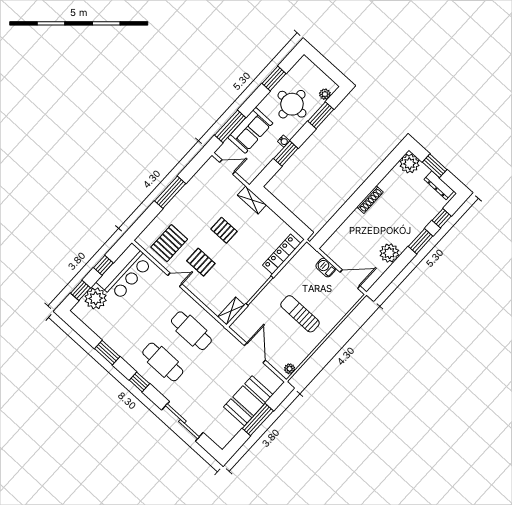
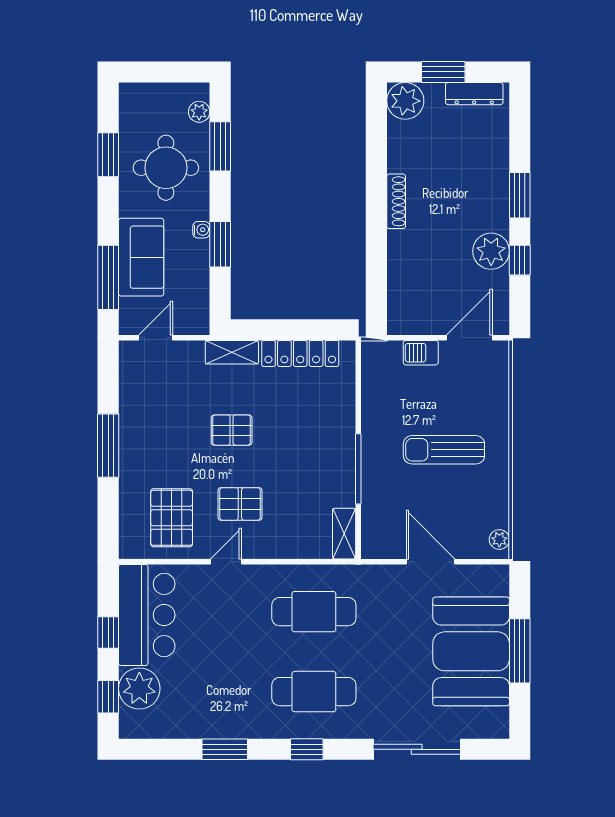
window: (442, 218) -> (520, 260), moved
locker: (282, 254) -> (300, 353), moved, turned -90
booth: (248, 401) -> (471, 651), width x1.36, depth x1.42

